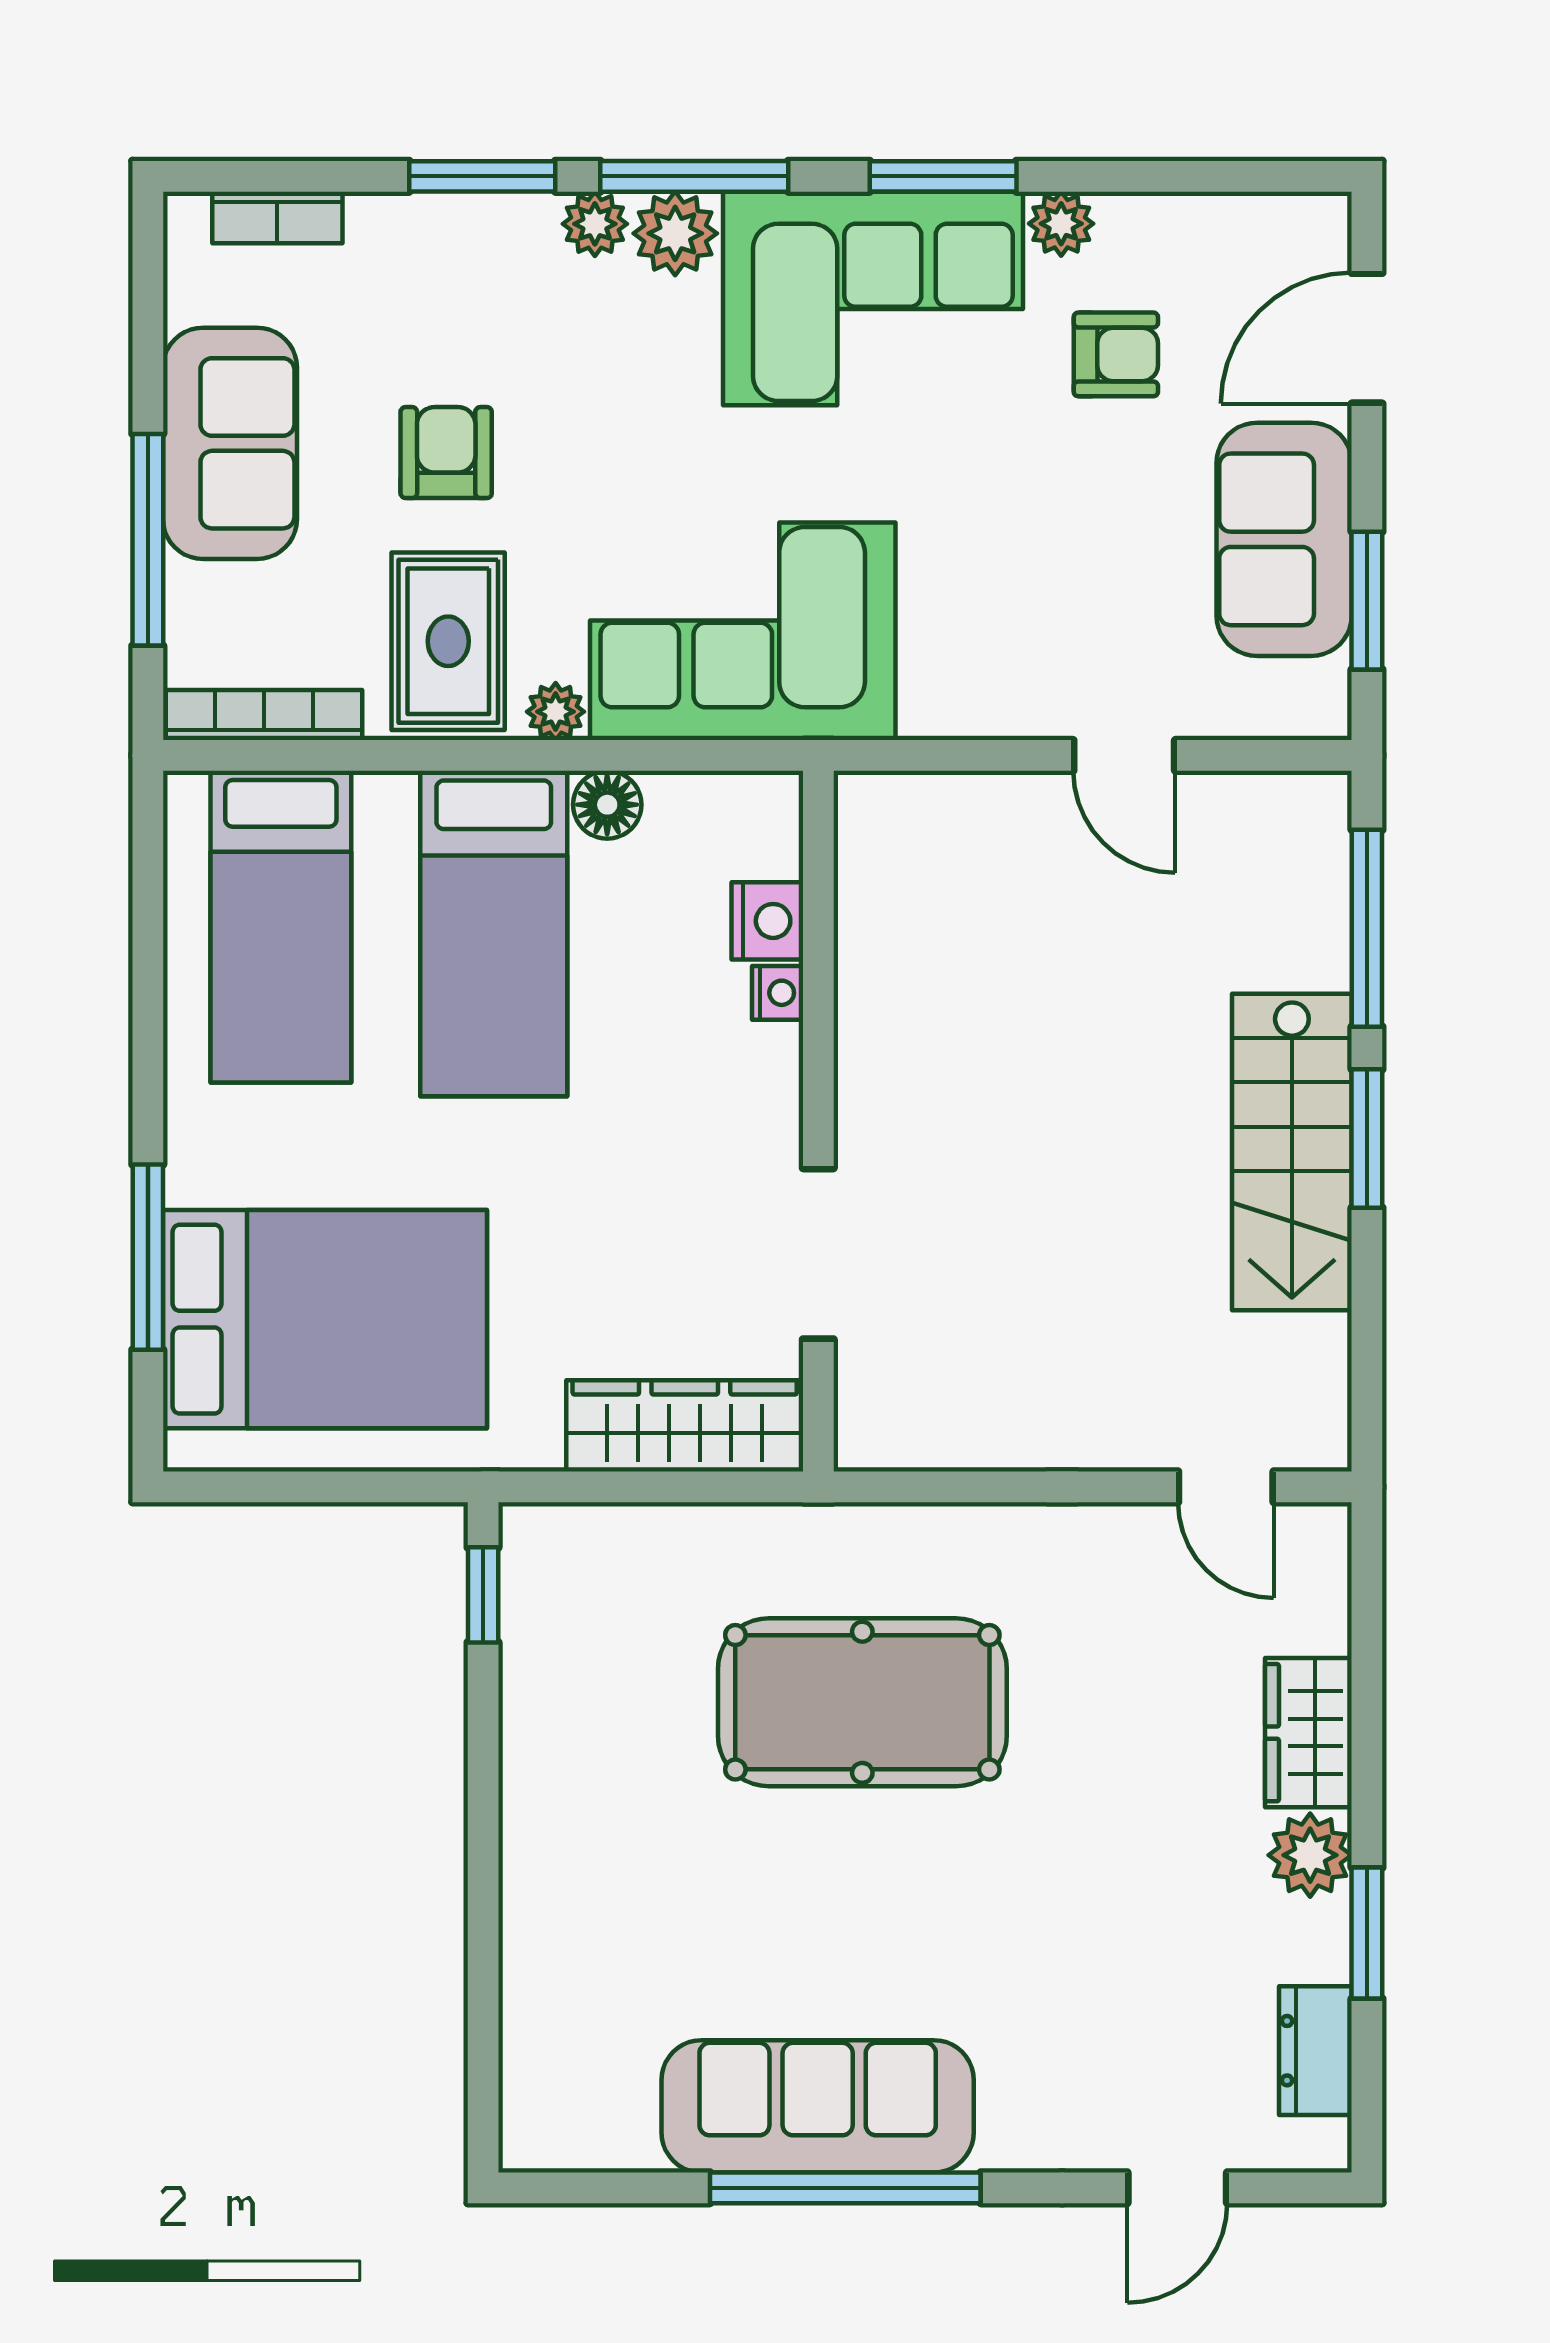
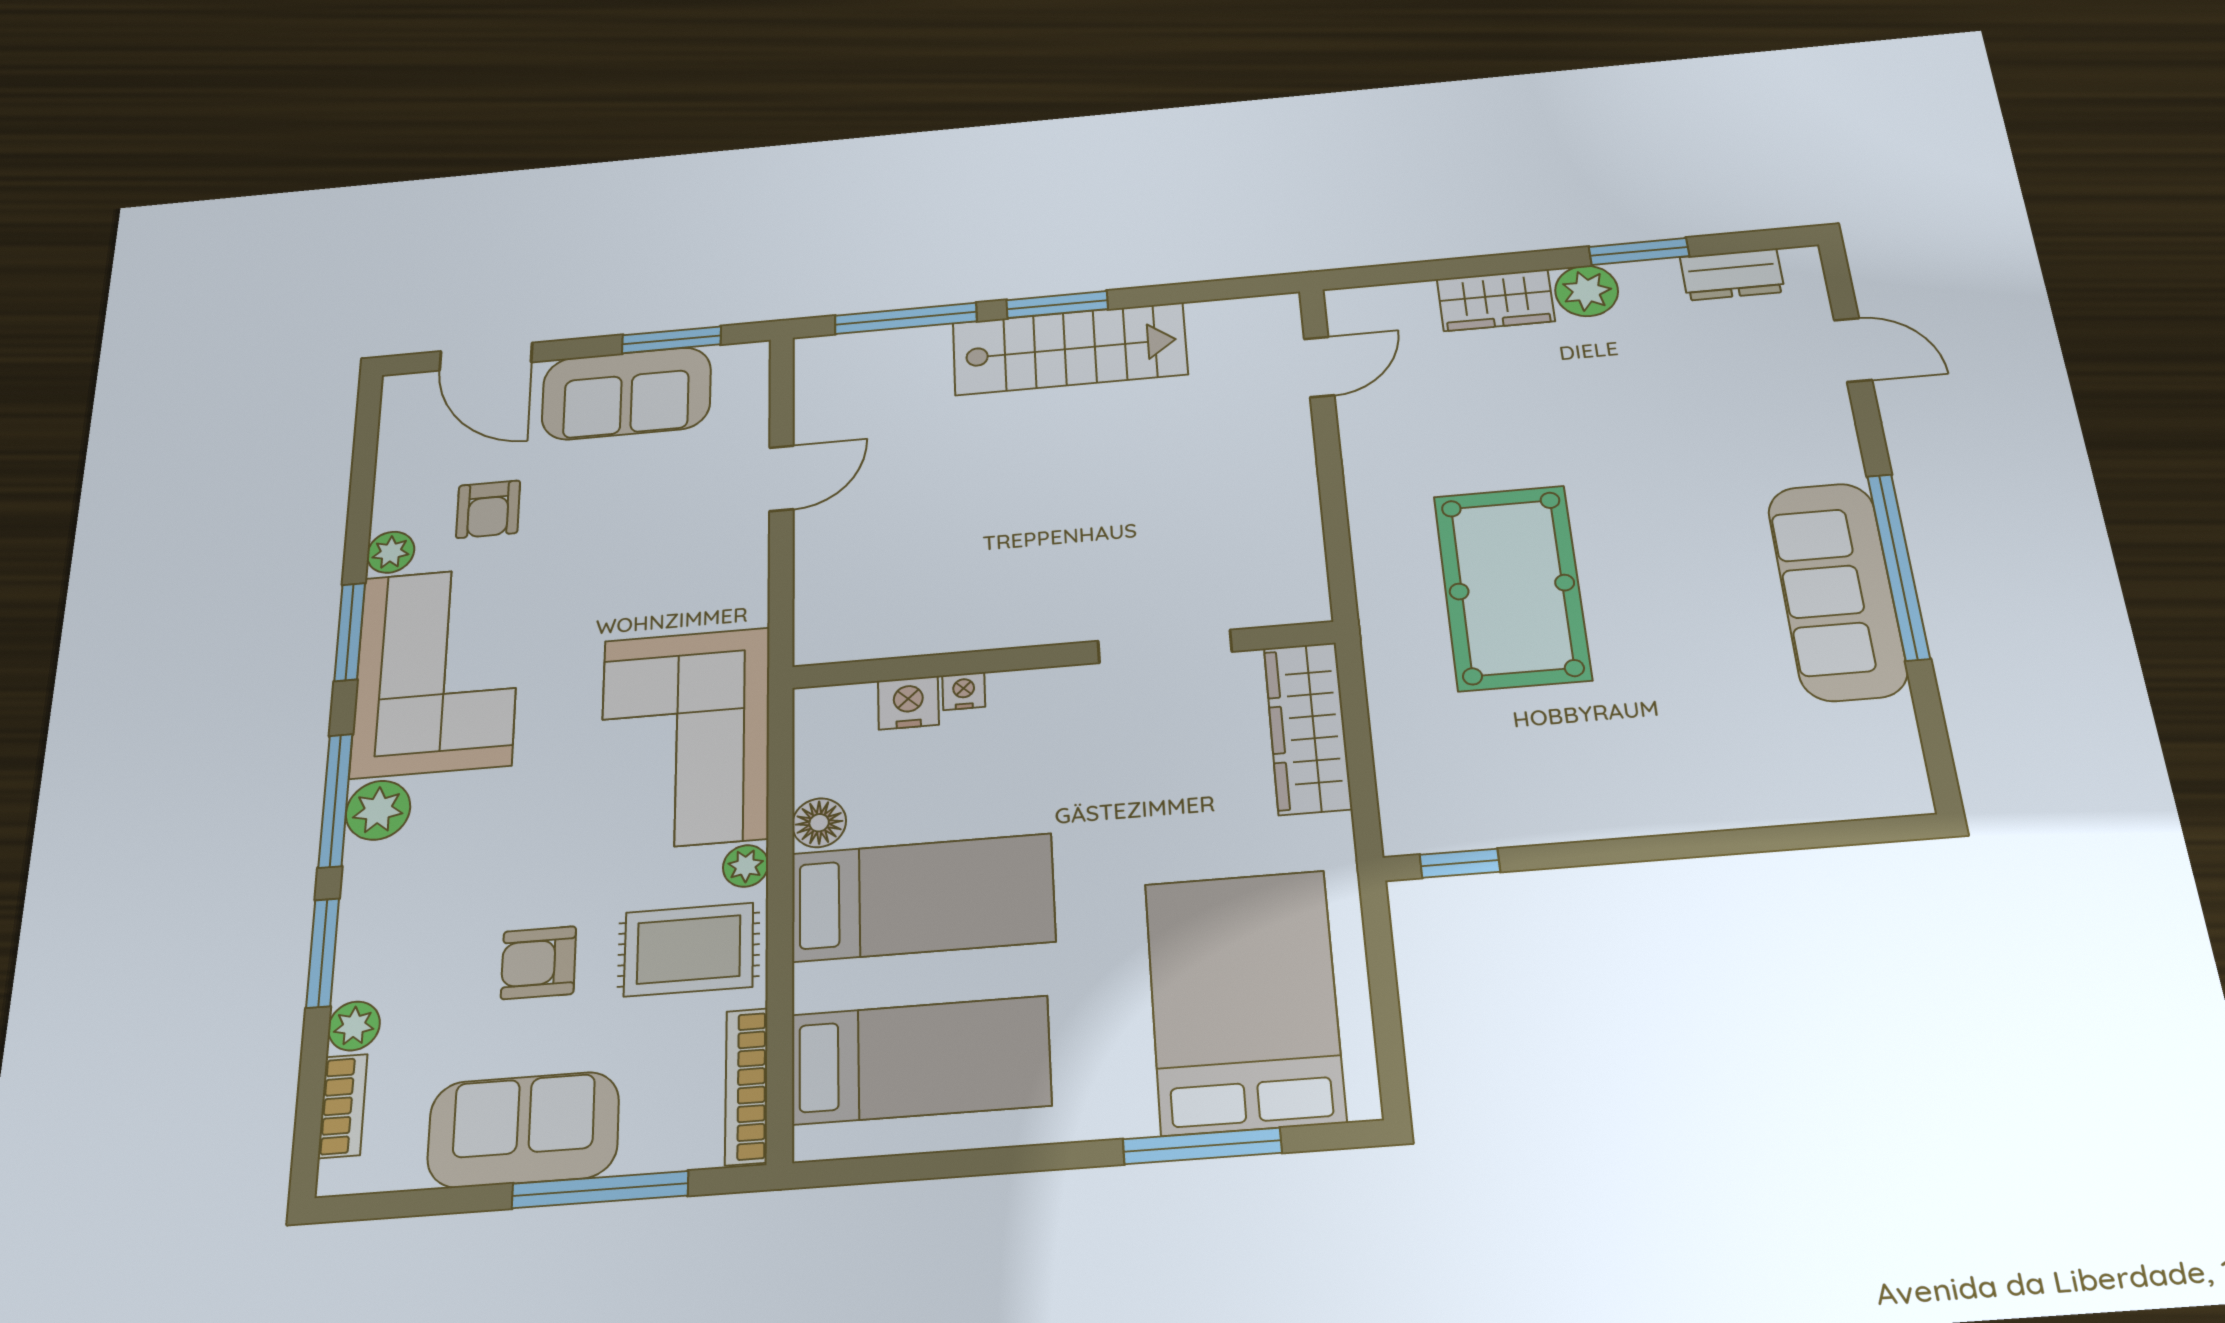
plant: (595, 224) -> (354, 1026), moved
armchair: (1116, 354) -> (488, 509), turned 180

